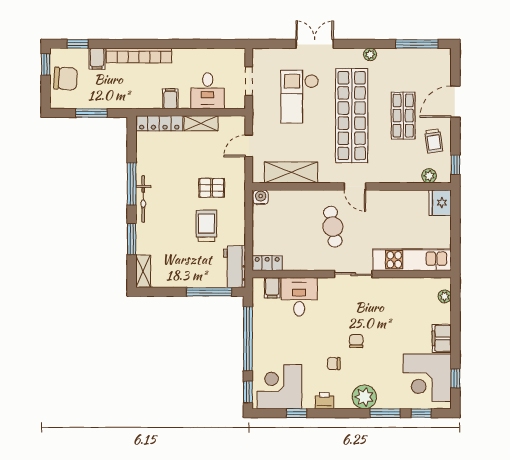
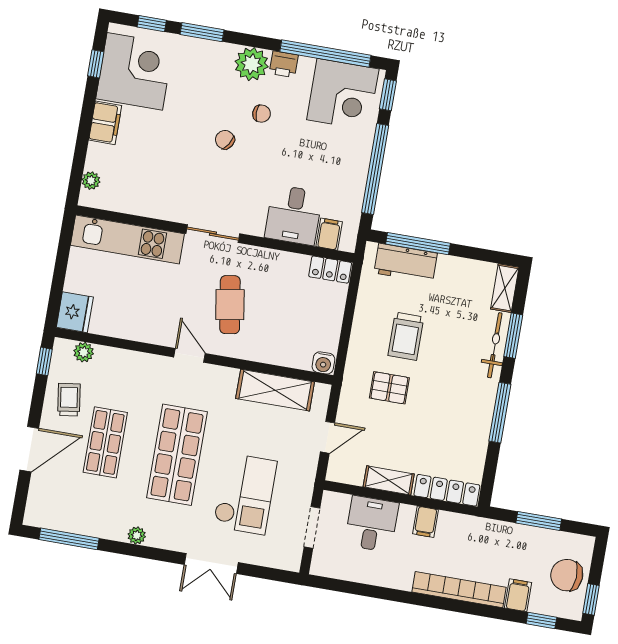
shop shelf: (352, 116) -> (177, 455), width x0.71
bicycle: (143, 199) -> (495, 345), moved
workbench: (235, 267) -> (406, 263), moved, turned 90
chair: (356, 341) -> (225, 140), turned 122
plant: (364, 397) -> (252, 64), moved
window: (296, 413) -> (325, 54), width x3.17

